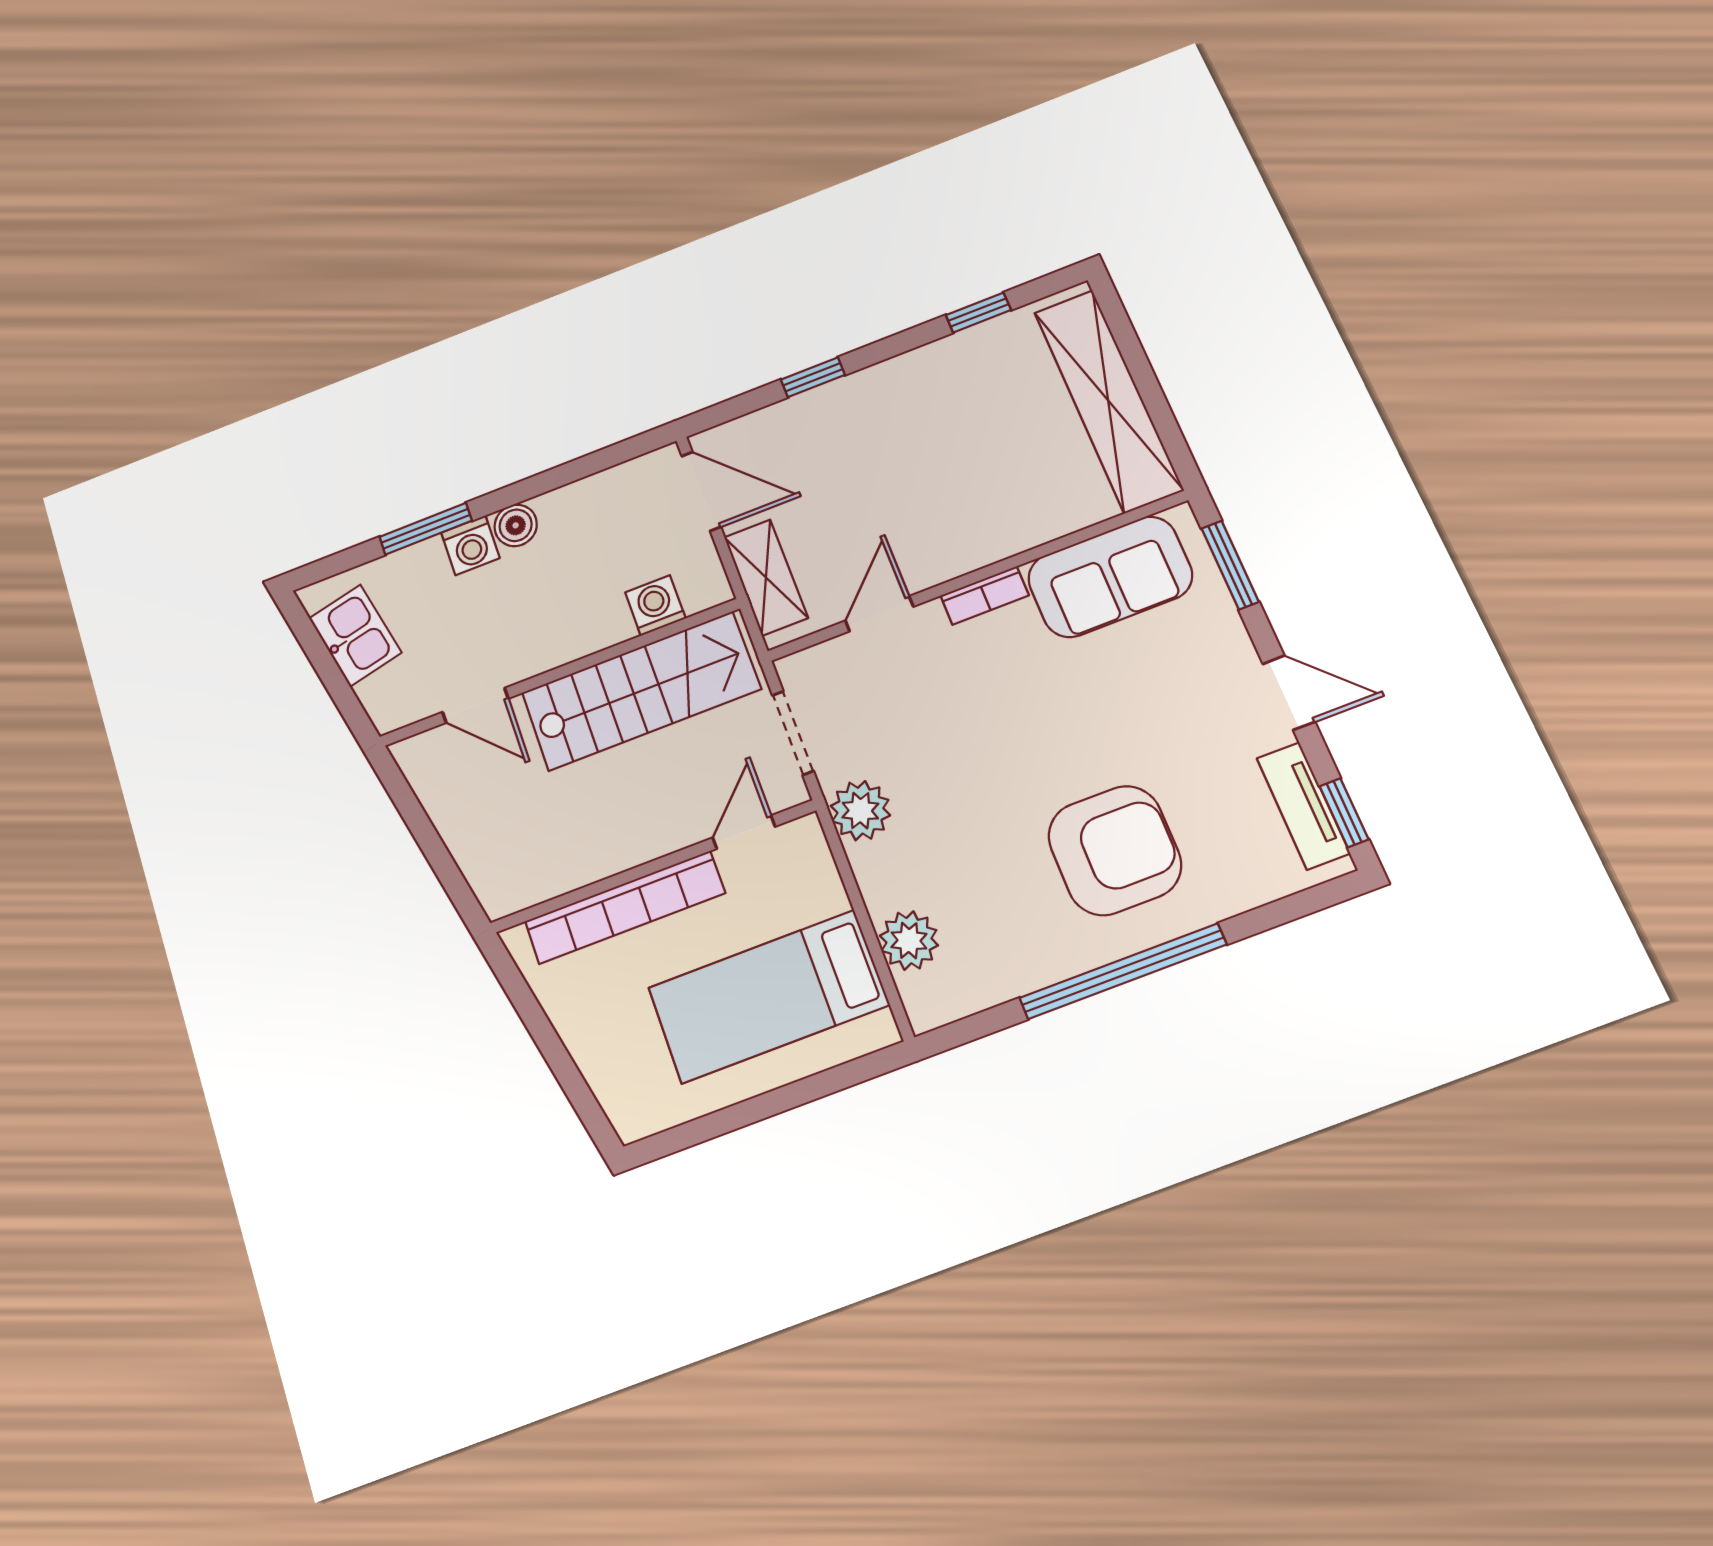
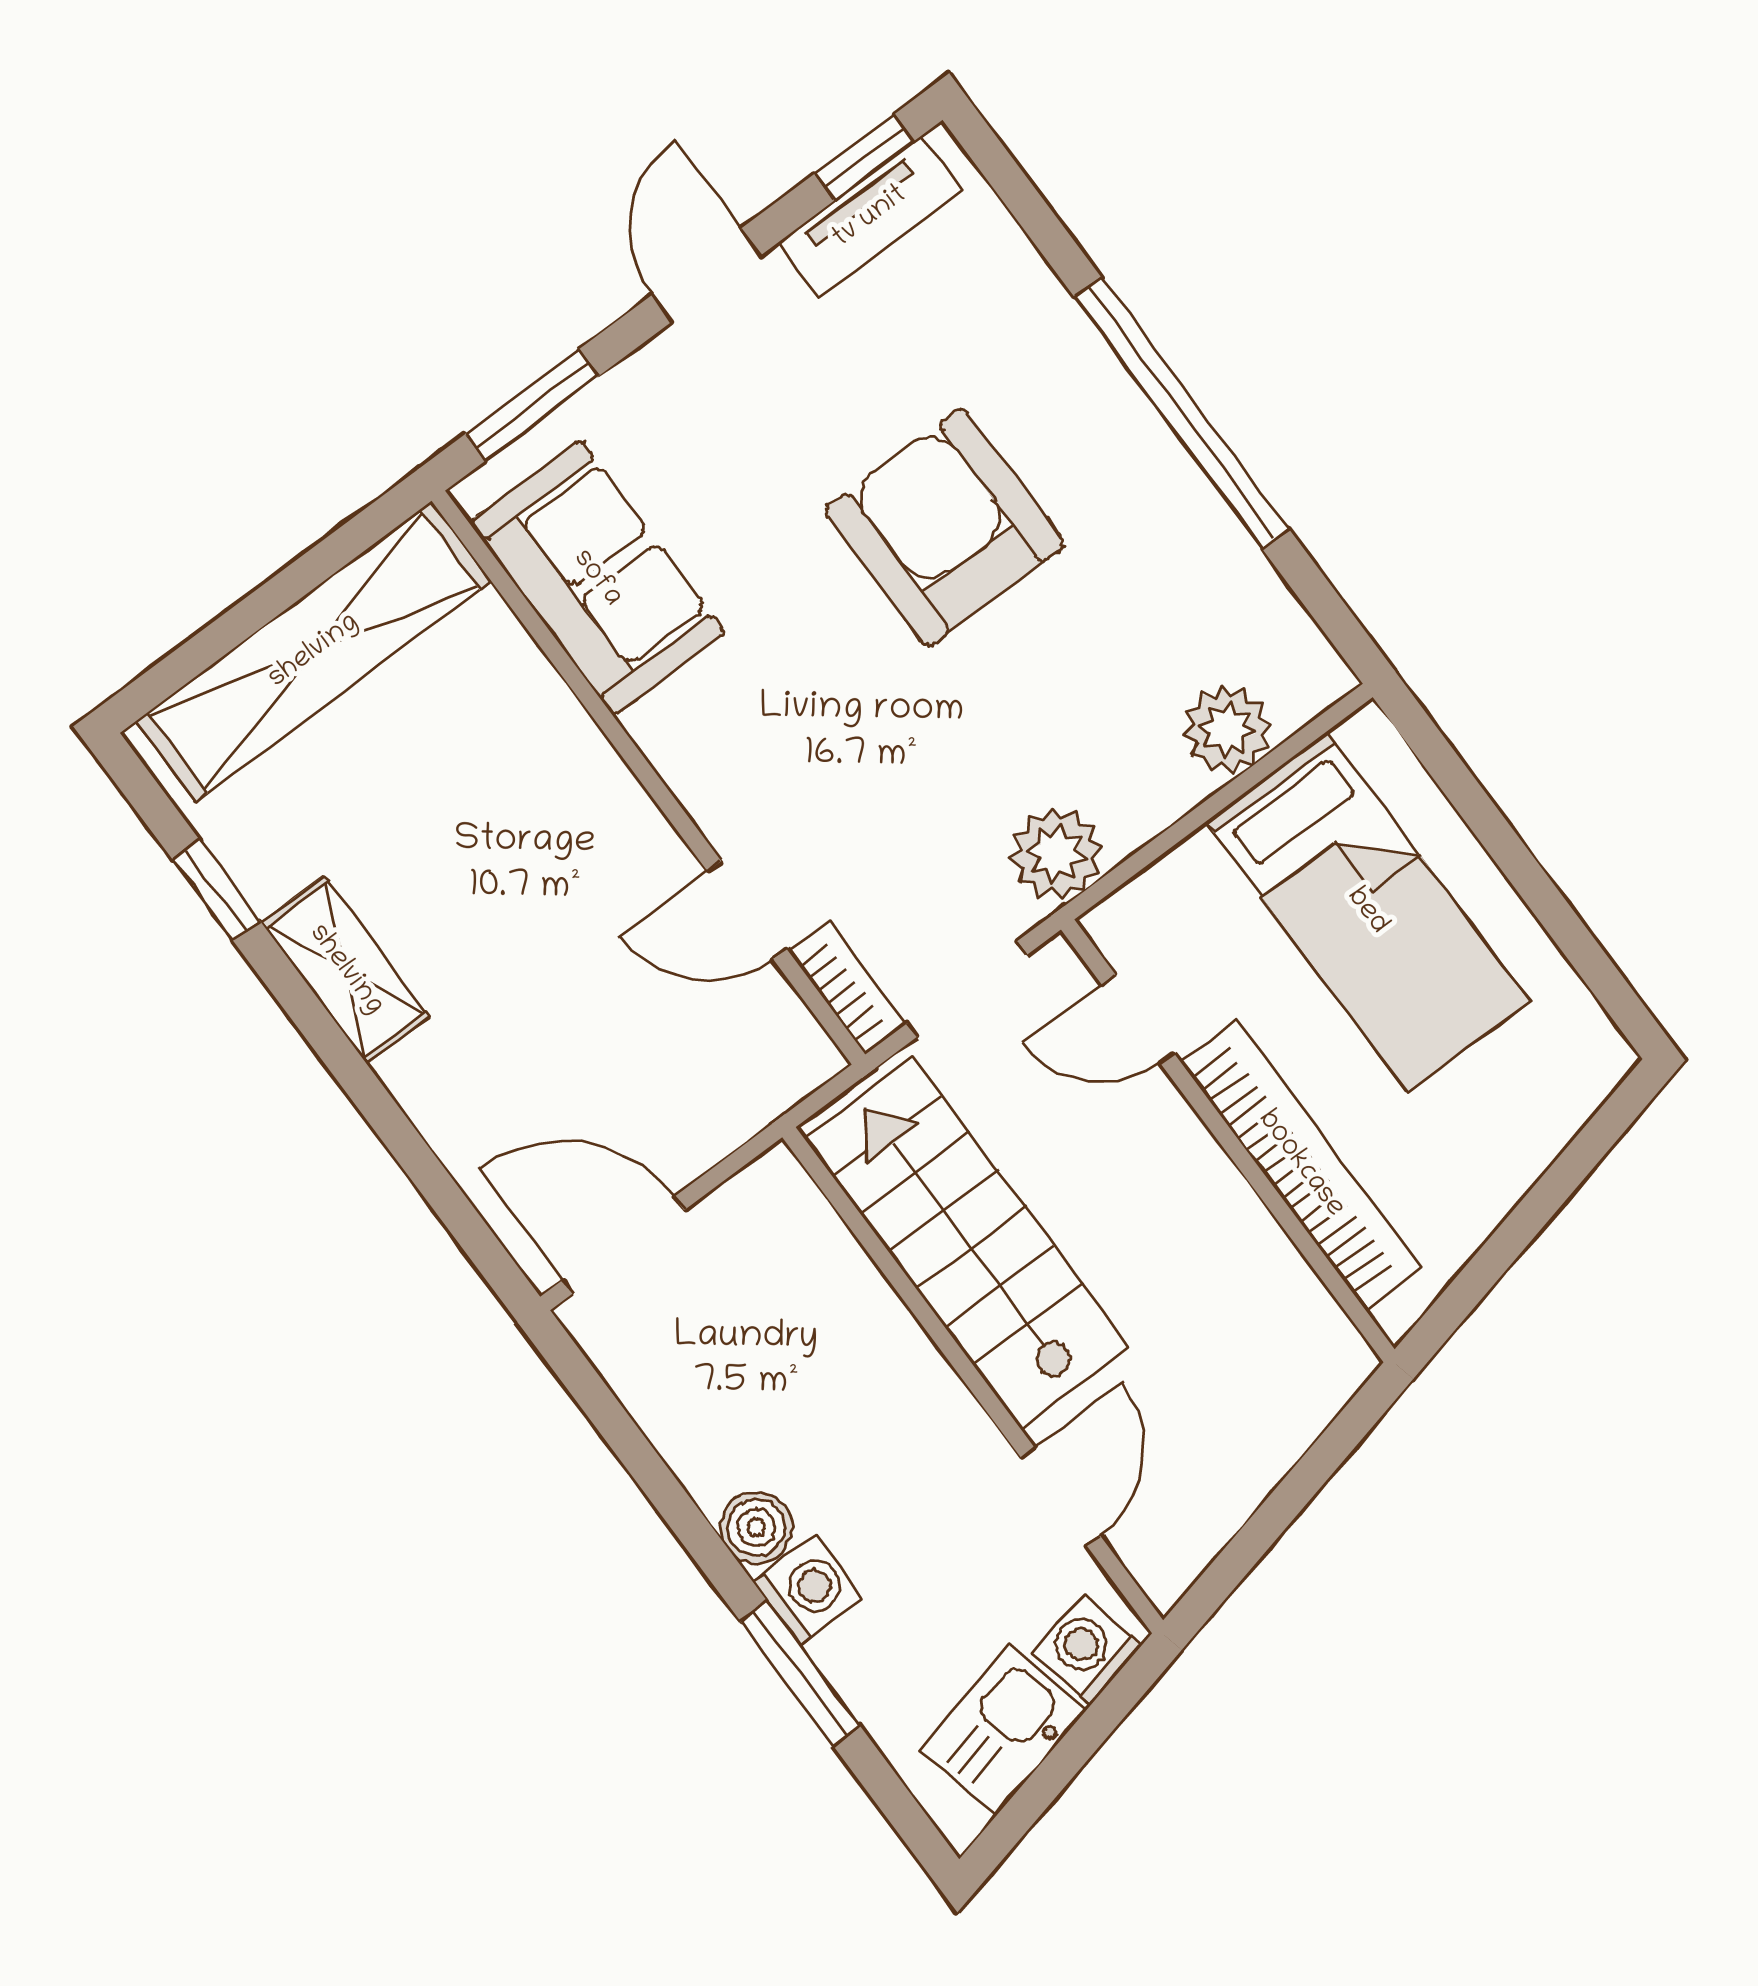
window: (813, 377) -> (390, 1123), removed
door: (701, 491) -> (623, 1245), hinge flipped
shelving: (766, 577) -> (346, 970), moved, turned 90
bookcase: (985, 596) -> (847, 988), moved
washing machine: (655, 605) -> (1087, 1650), moved, turned 77
armchair: (1115, 850) -> (945, 527), moved

